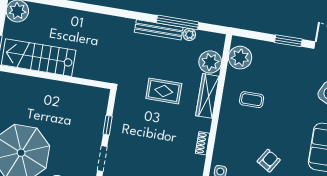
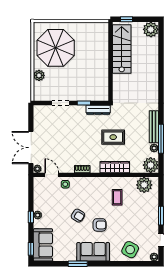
plant: (210, 62) -> (151, 165), moved
rug: (164, 91) -> (113, 137), turned 90
dresser: (121, 106) -> (98, 110), added
armchair: (287, 132) -> (100, 225), added

